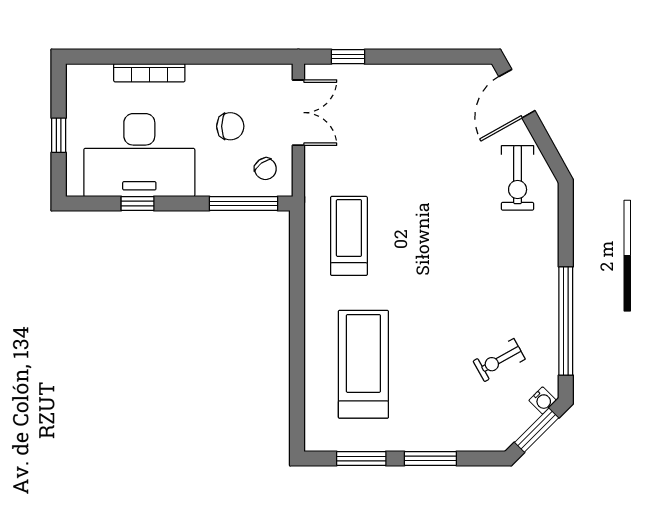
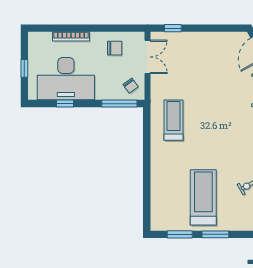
chair: (230, 126) -> (115, 48), moved
treadmill: (363, 364) -> (203, 197), moved

